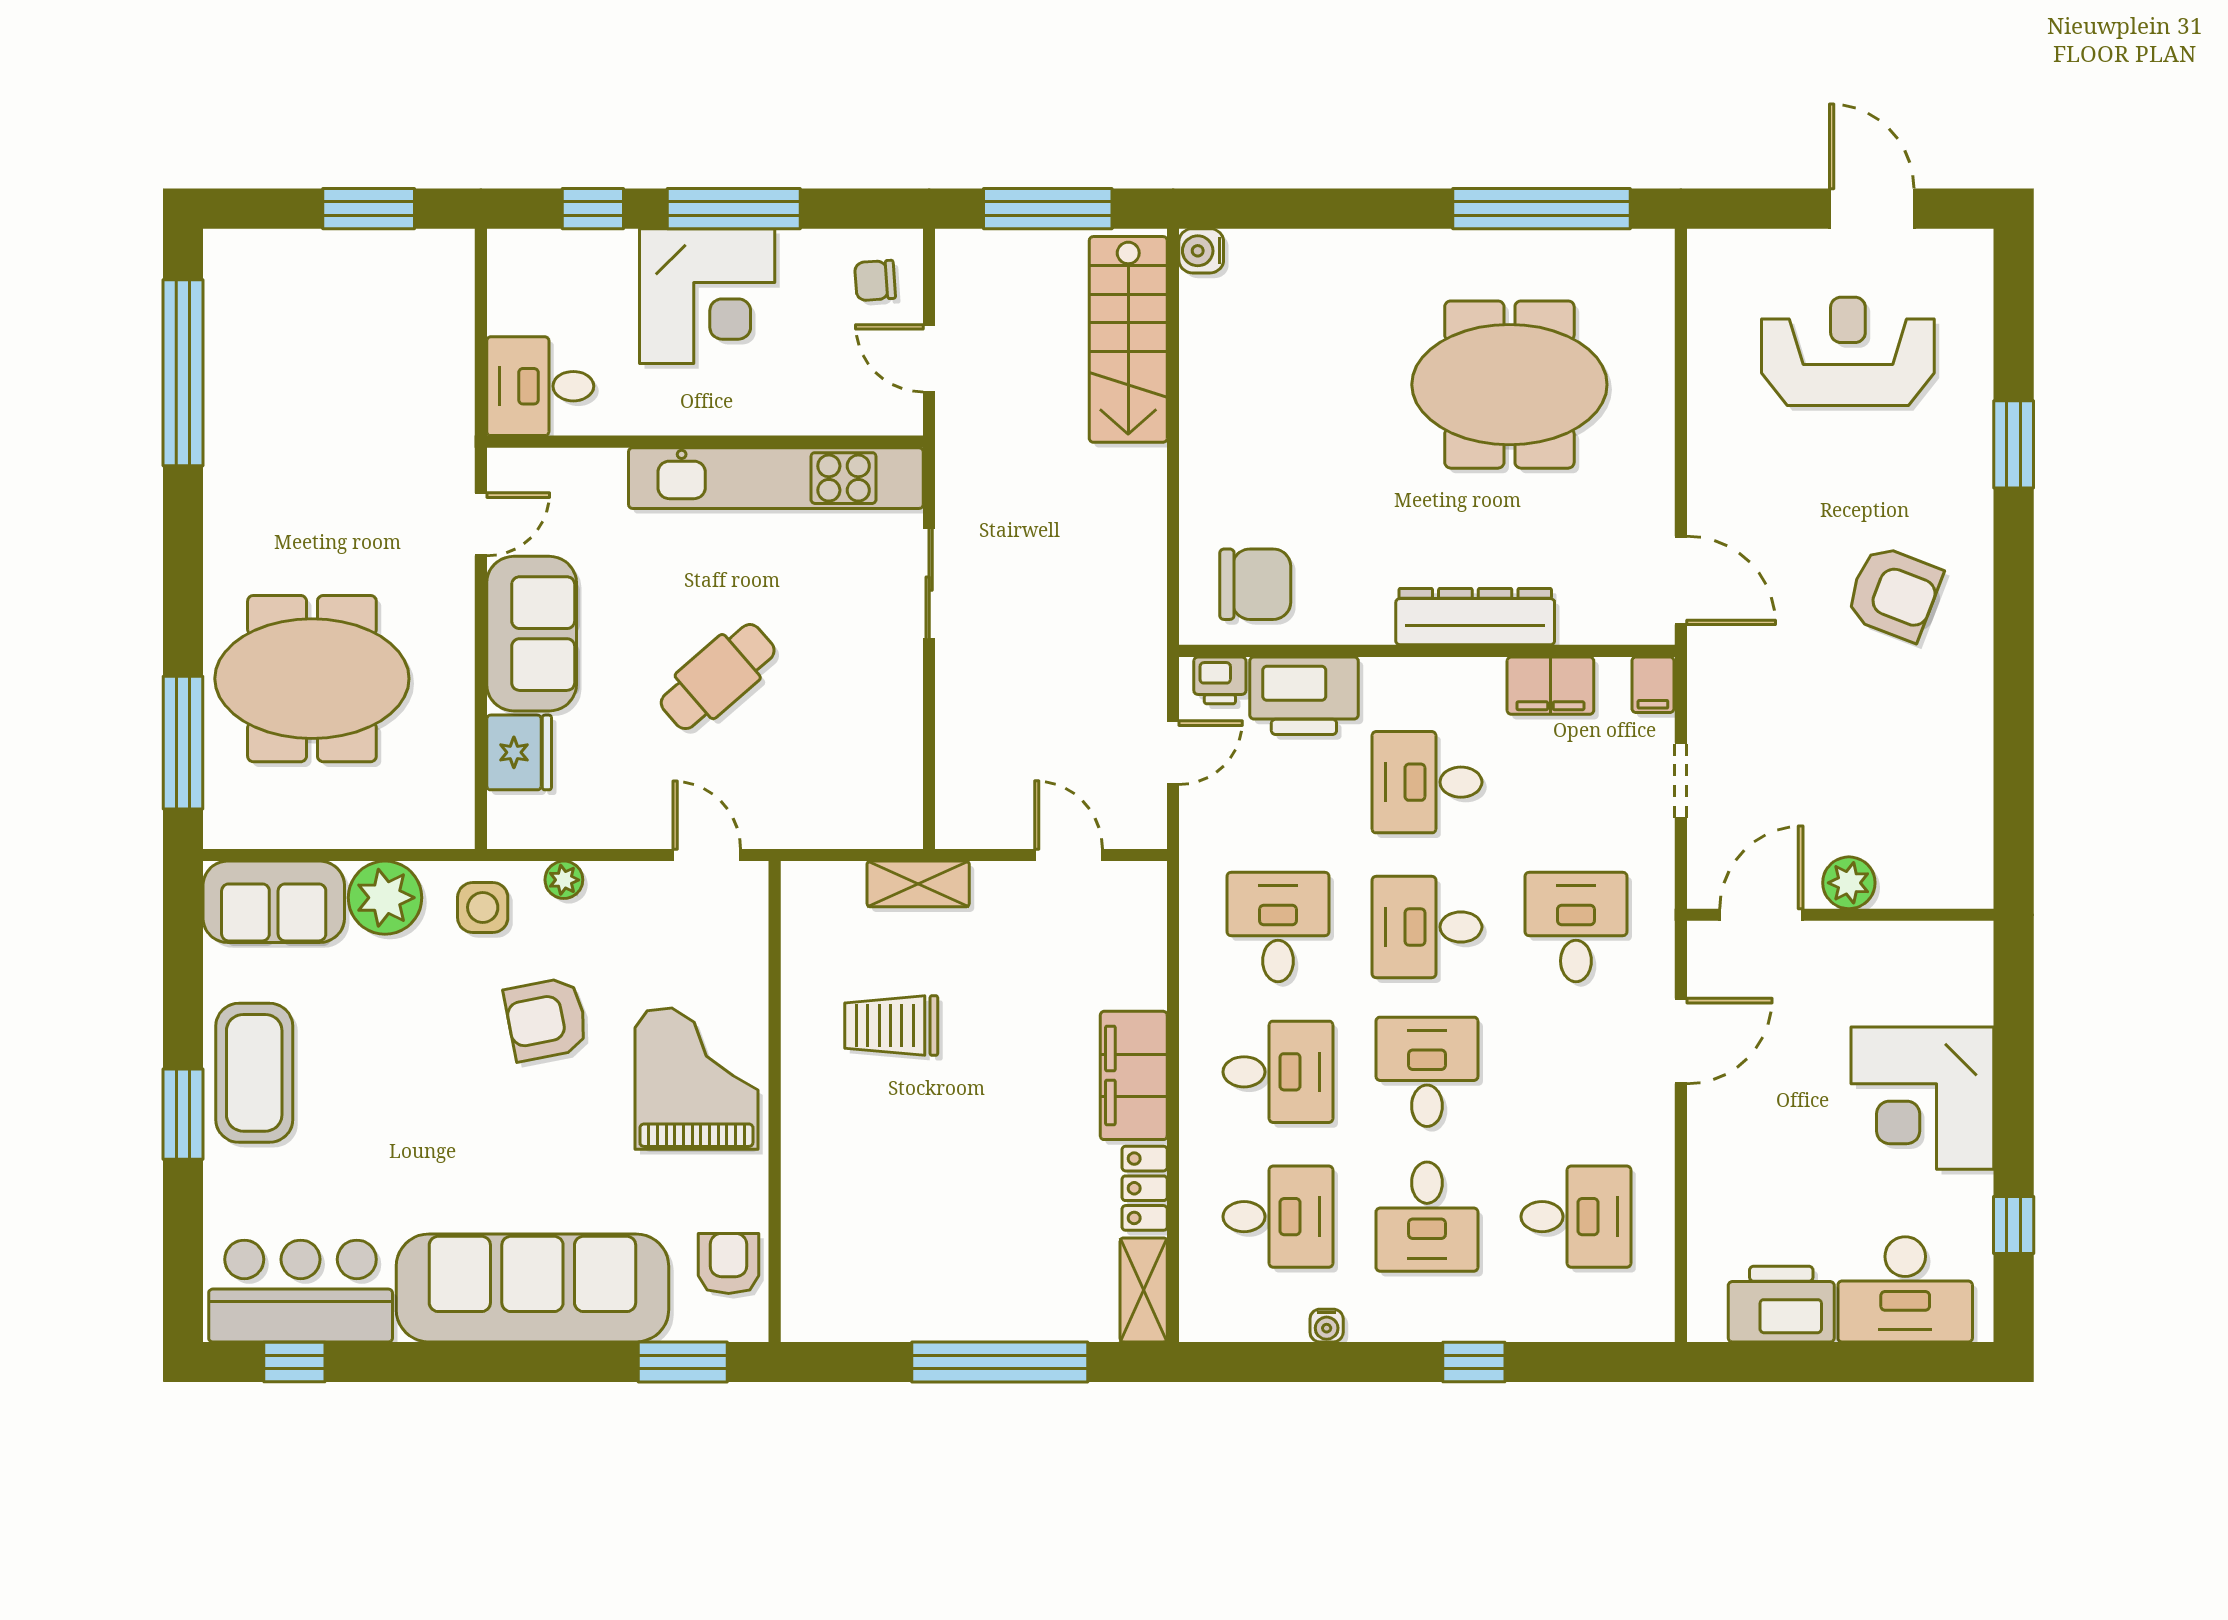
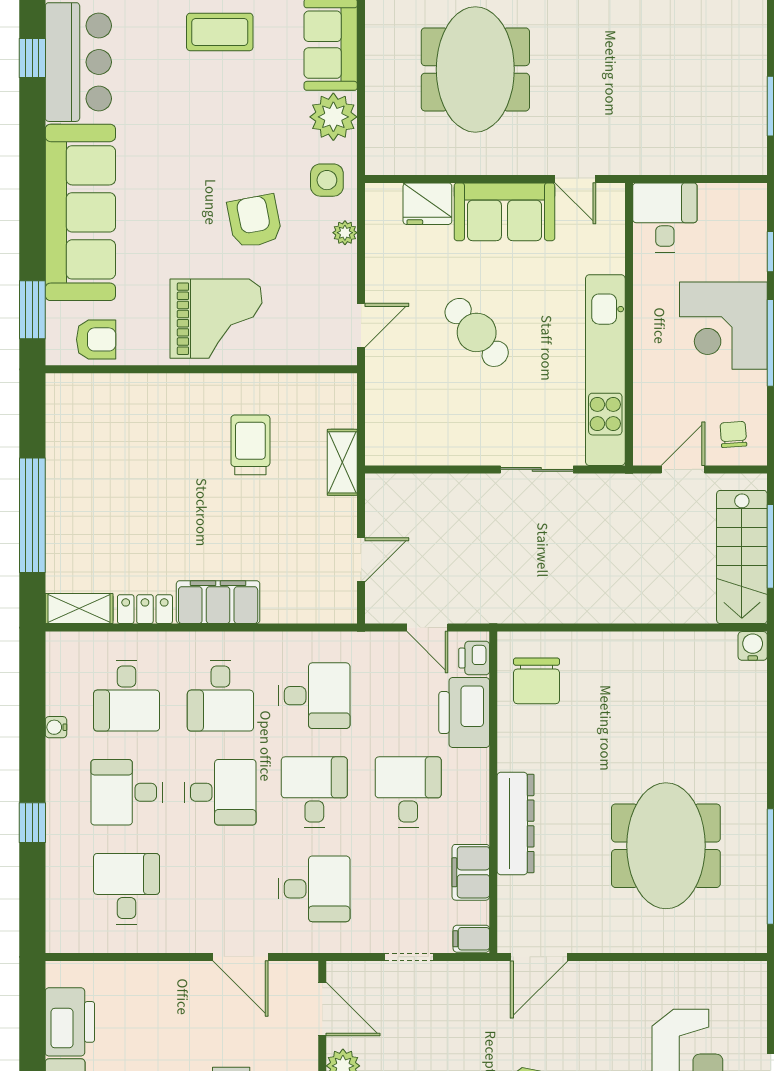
stairs: (1128, 339) -> (742, 557), moved, turned -90
coffee table: (254, 1073) -> (220, 32), width x0.73, depth x0.76
desk: (1576, 1217) -> (127, 889), turned 180

